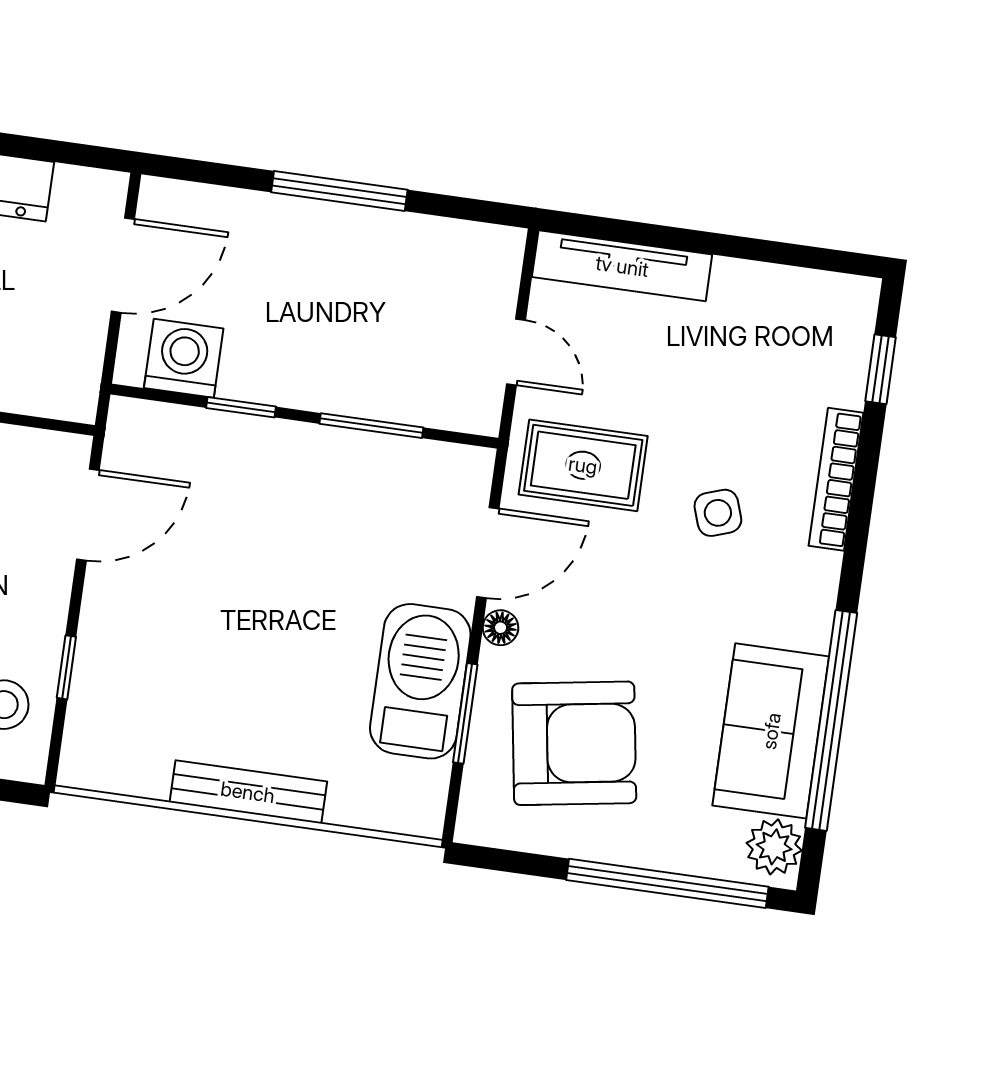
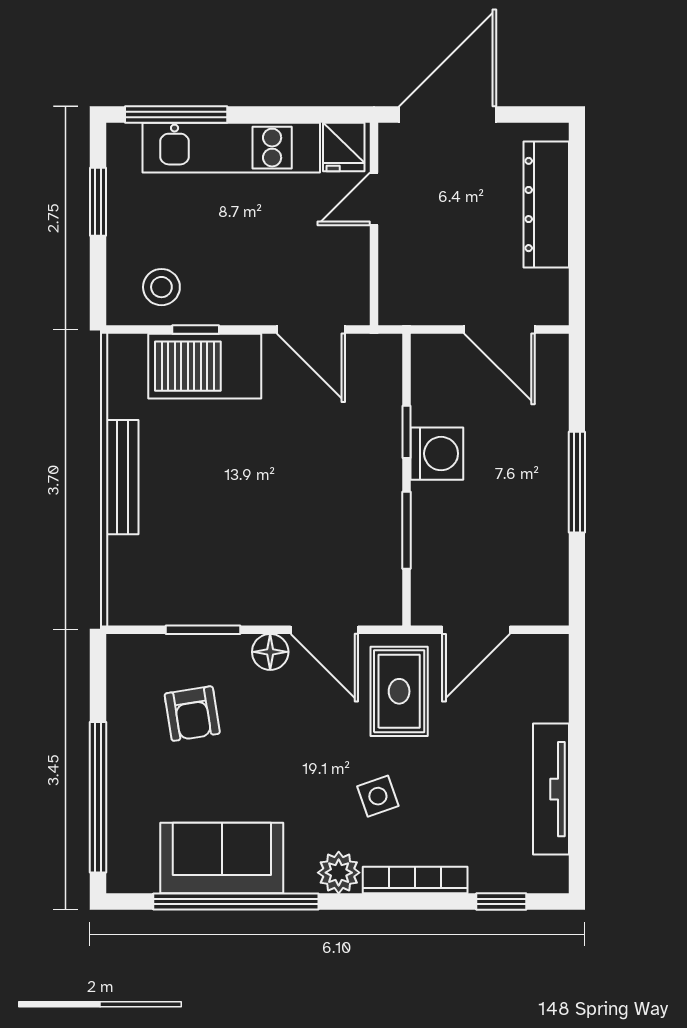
tv unit: (622, 266) -> (551, 789), moved
door: (516, 352) -> (476, 630), width x1.38
washing machine: (184, 358) -> (437, 454), moved
floor lamp: (501, 628) -> (270, 652), width x1.37, depth x1.37
barbecue: (420, 681) -> (205, 366), moved, turned 180
armchair: (574, 743) -> (192, 714), width x0.53, depth x0.53
plant: (774, 847) -> (339, 873), moved

